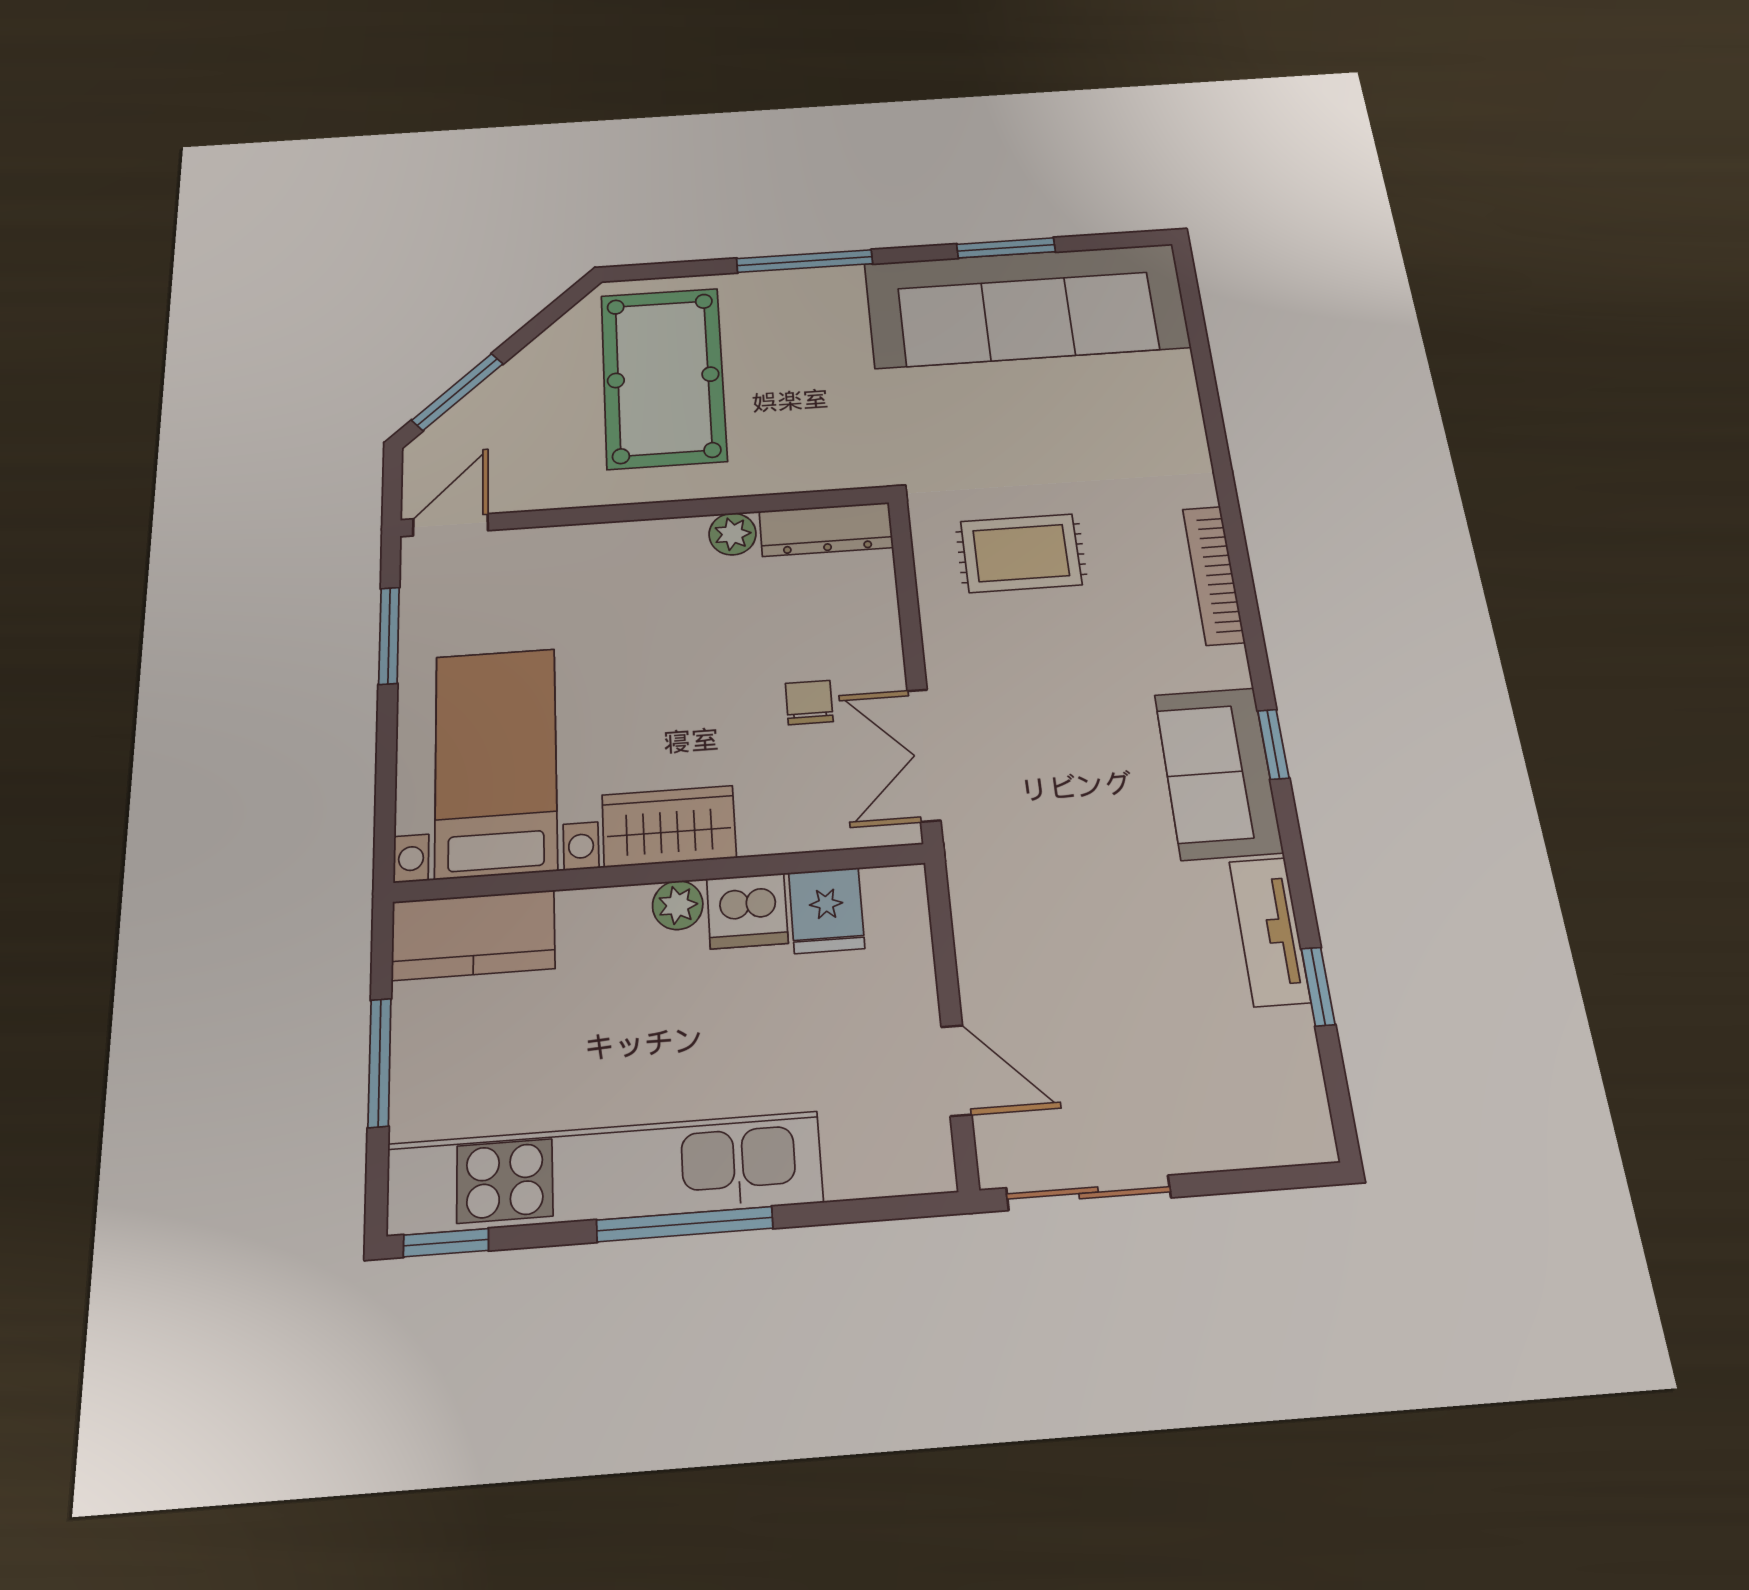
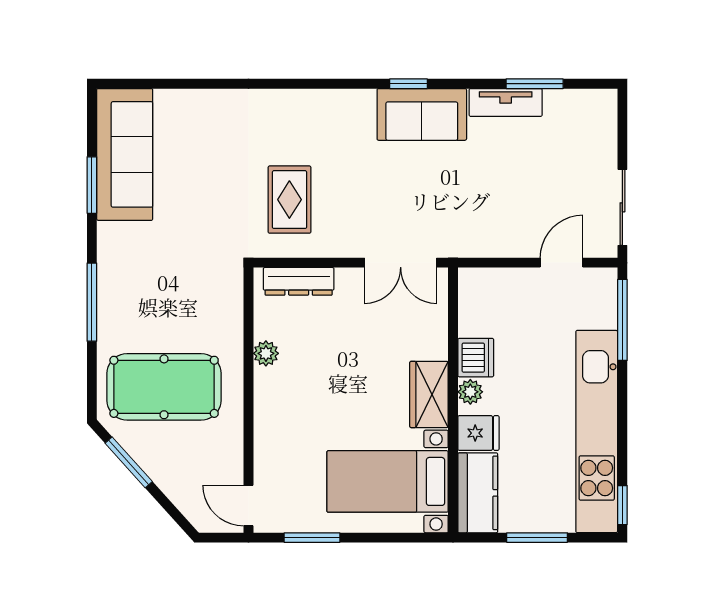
sofa: (1026, 305) -> (125, 154), width x0.74, depth x0.79
window: (458, 392) -> (129, 462), moved
dresser: (826, 529) -> (299, 281), moved, turned 90
bookcase: (1213, 575) -> (311, 99), removed
chair: (809, 703) -> (367, 319), removed
fridge: (827, 910) -> (478, 433), moved
window: (1318, 987) -> (535, 84), width x1.50
window: (685, 1224) -> (622, 320), moved

